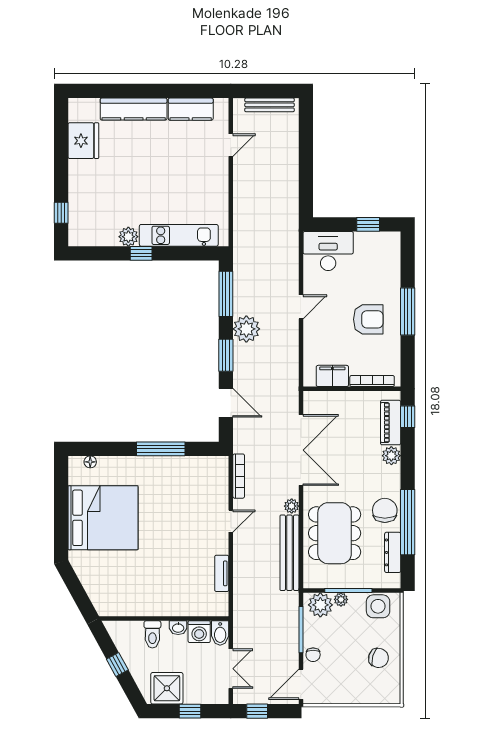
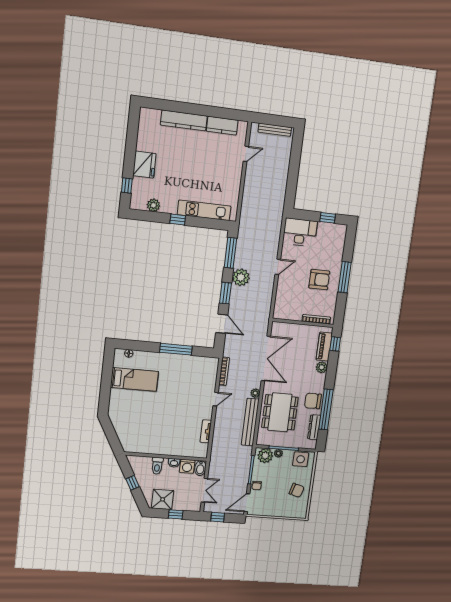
fridge: (83, 141) -> (144, 165), moved
plant: (128, 237) -> (153, 205), moved
filing cabinet: (332, 376) -> (292, 313), removed
chair: (385, 510) -> (313, 401), turned -90
bed: (103, 518) -> (134, 379), width x0.49

